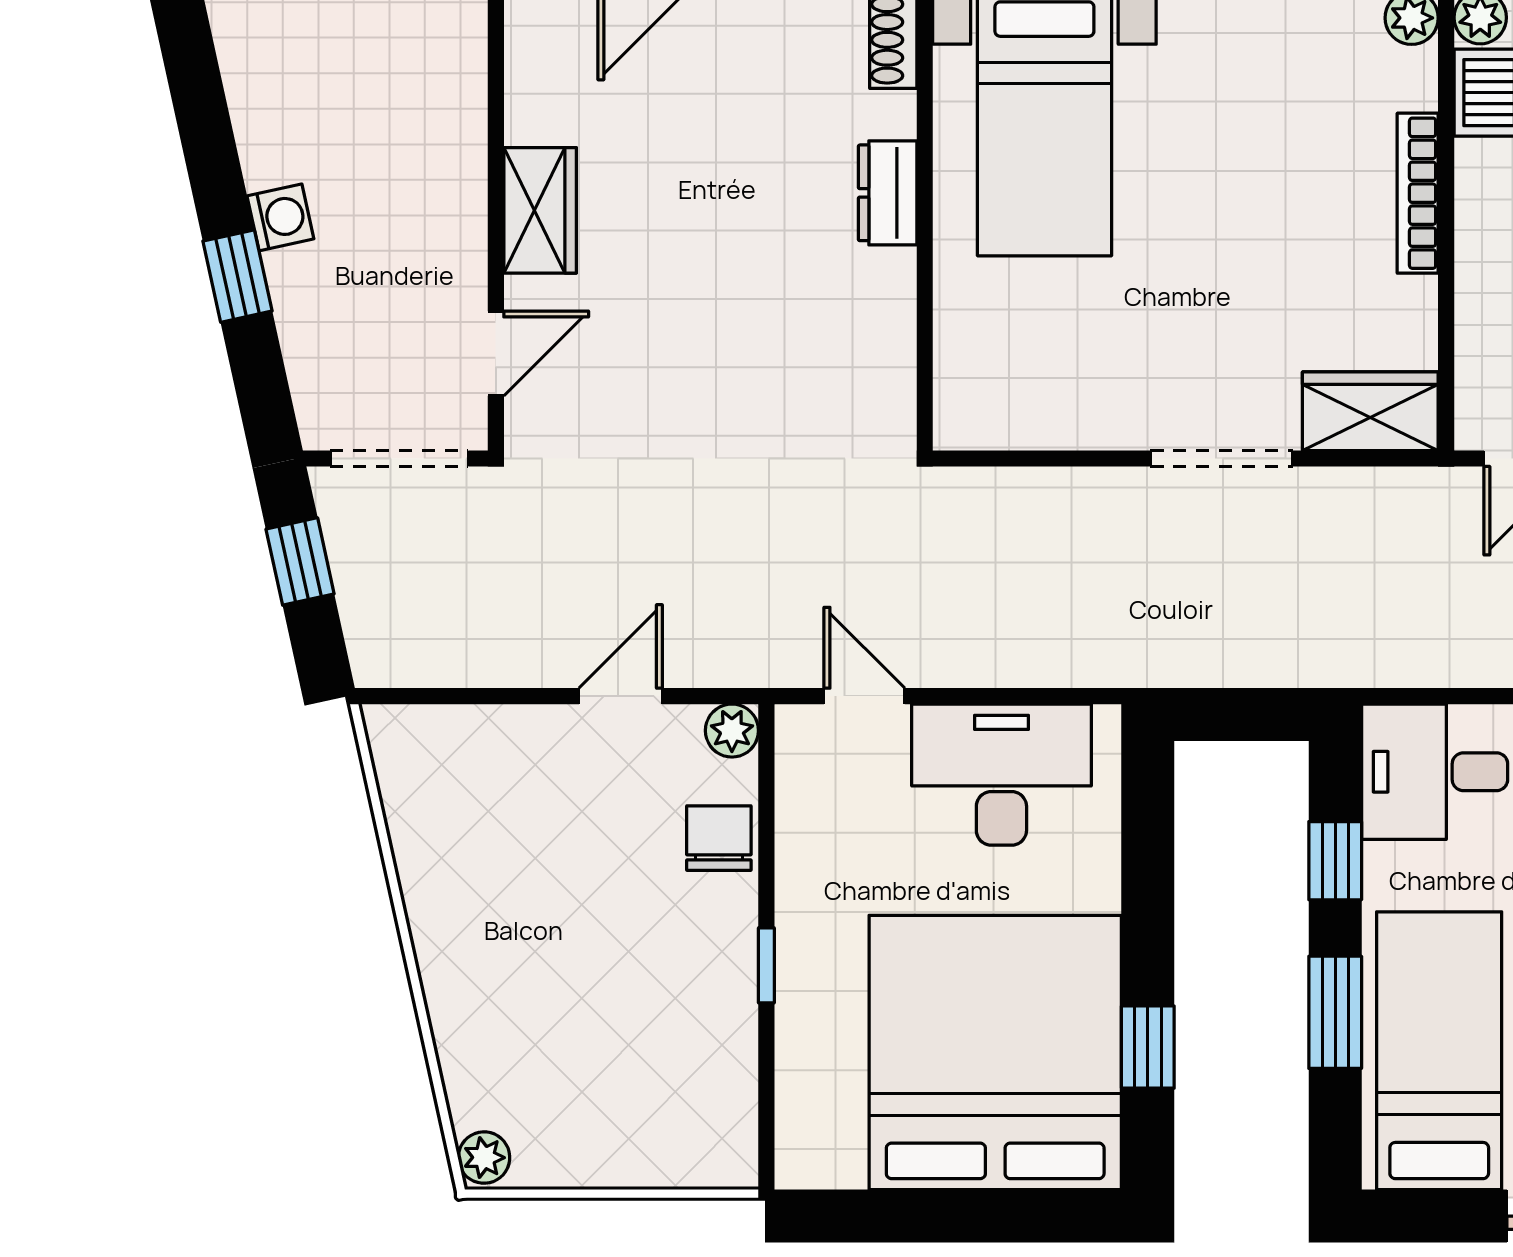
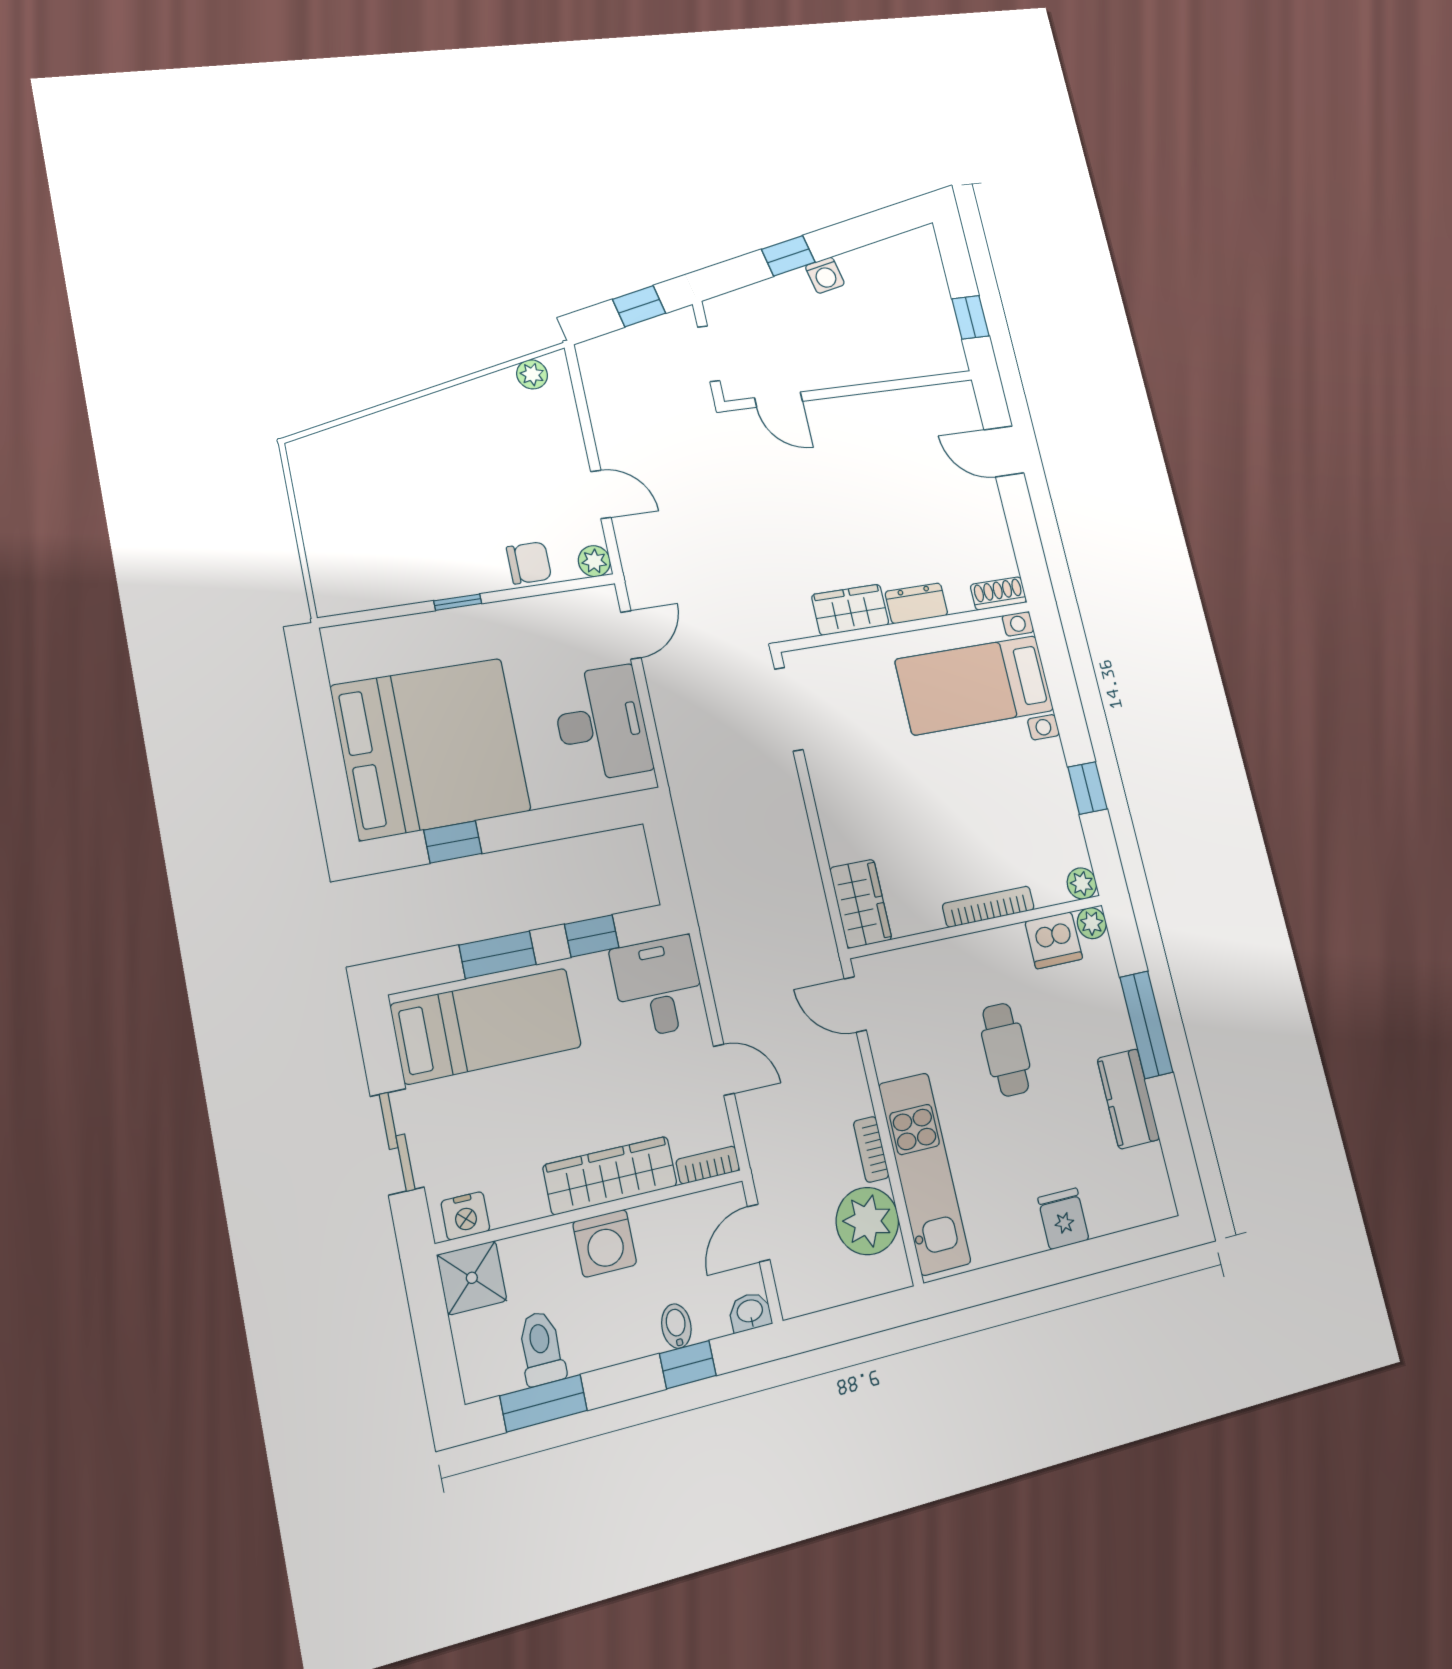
wardrobe: (540, 210) -> (850, 610), moved, turned 180
doorway: (399, 459) -> (709, 354), width x0.73
doorway: (1222, 459) -> (789, 709), moved
plant: (484, 1158) -> (532, 374), moved

